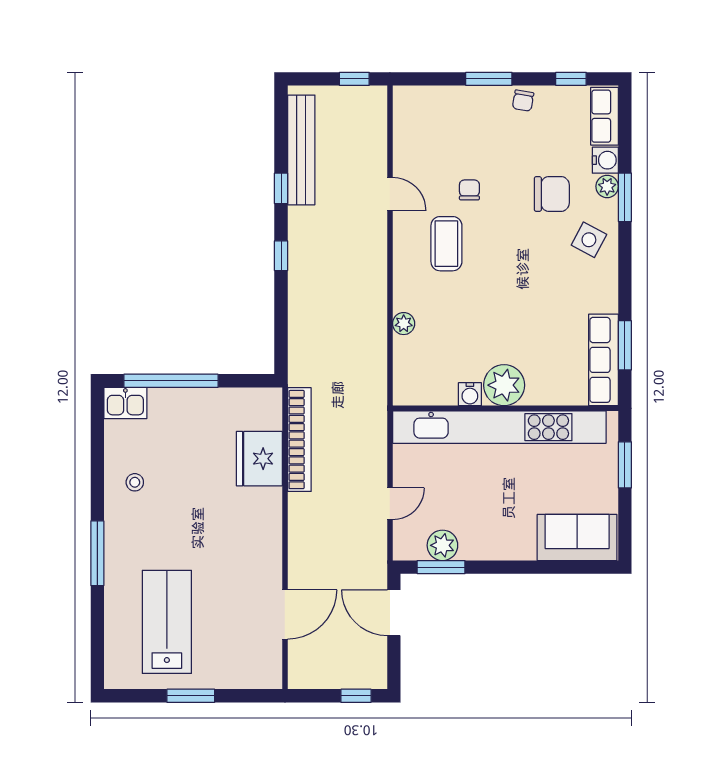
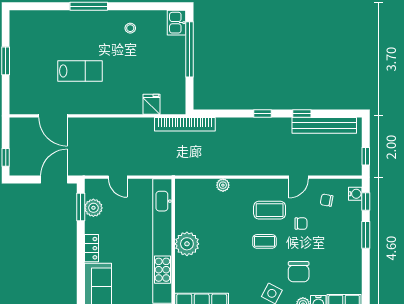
window: (571, 79) -> (366, 202), moved
chair: (523, 101) -> (327, 200), moved
coffee table: (500, 252) -> (264, 241), added
water cooler: (470, 394) -> (355, 194), moved, turned 180
bookcase: (299, 440) -> (185, 124), moved
fridge: (259, 459) -> (152, 104), width x0.53, depth x0.75
locker: (512, 549) -> (91, 248), added
lab bench: (167, 622) -> (80, 71), moved, width x0.73, depth x0.72

